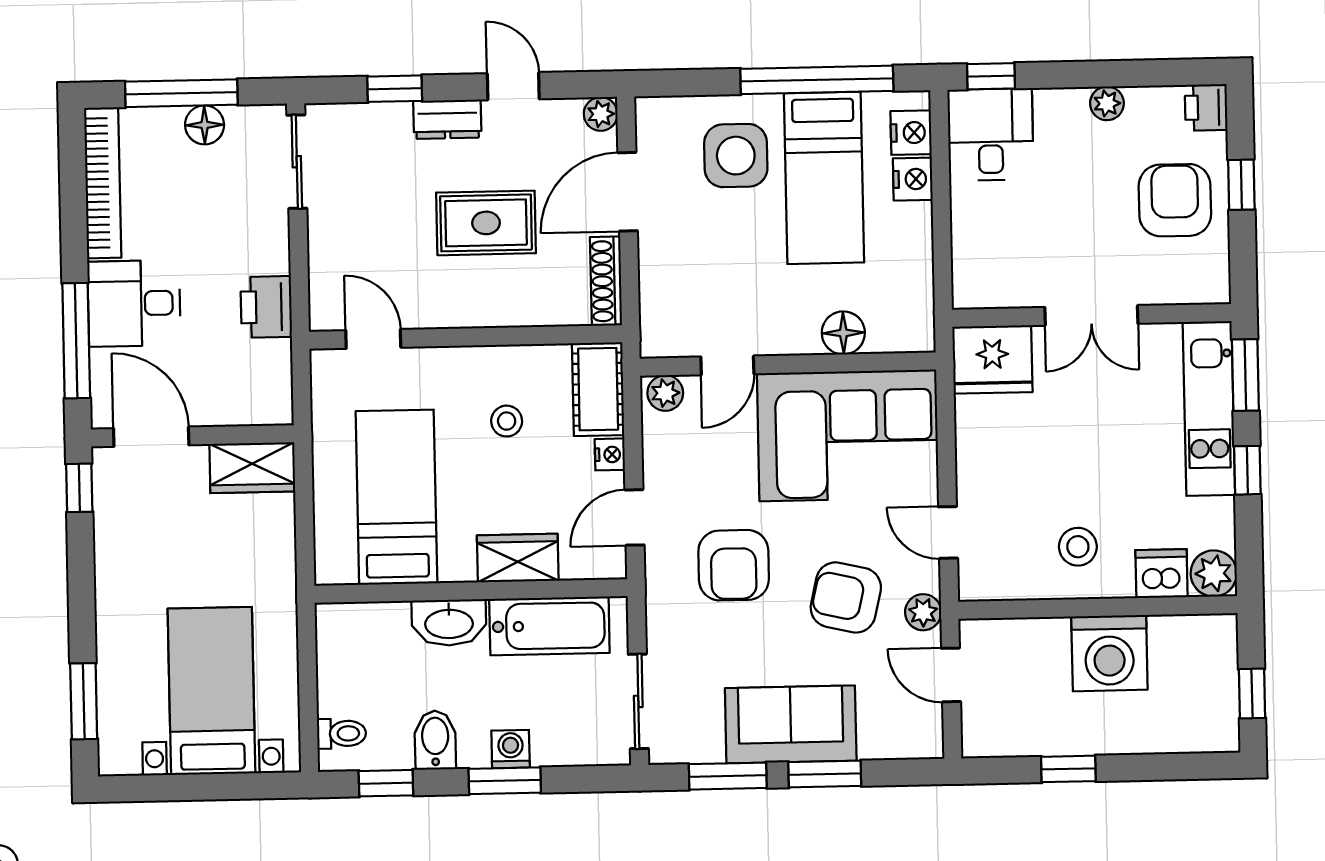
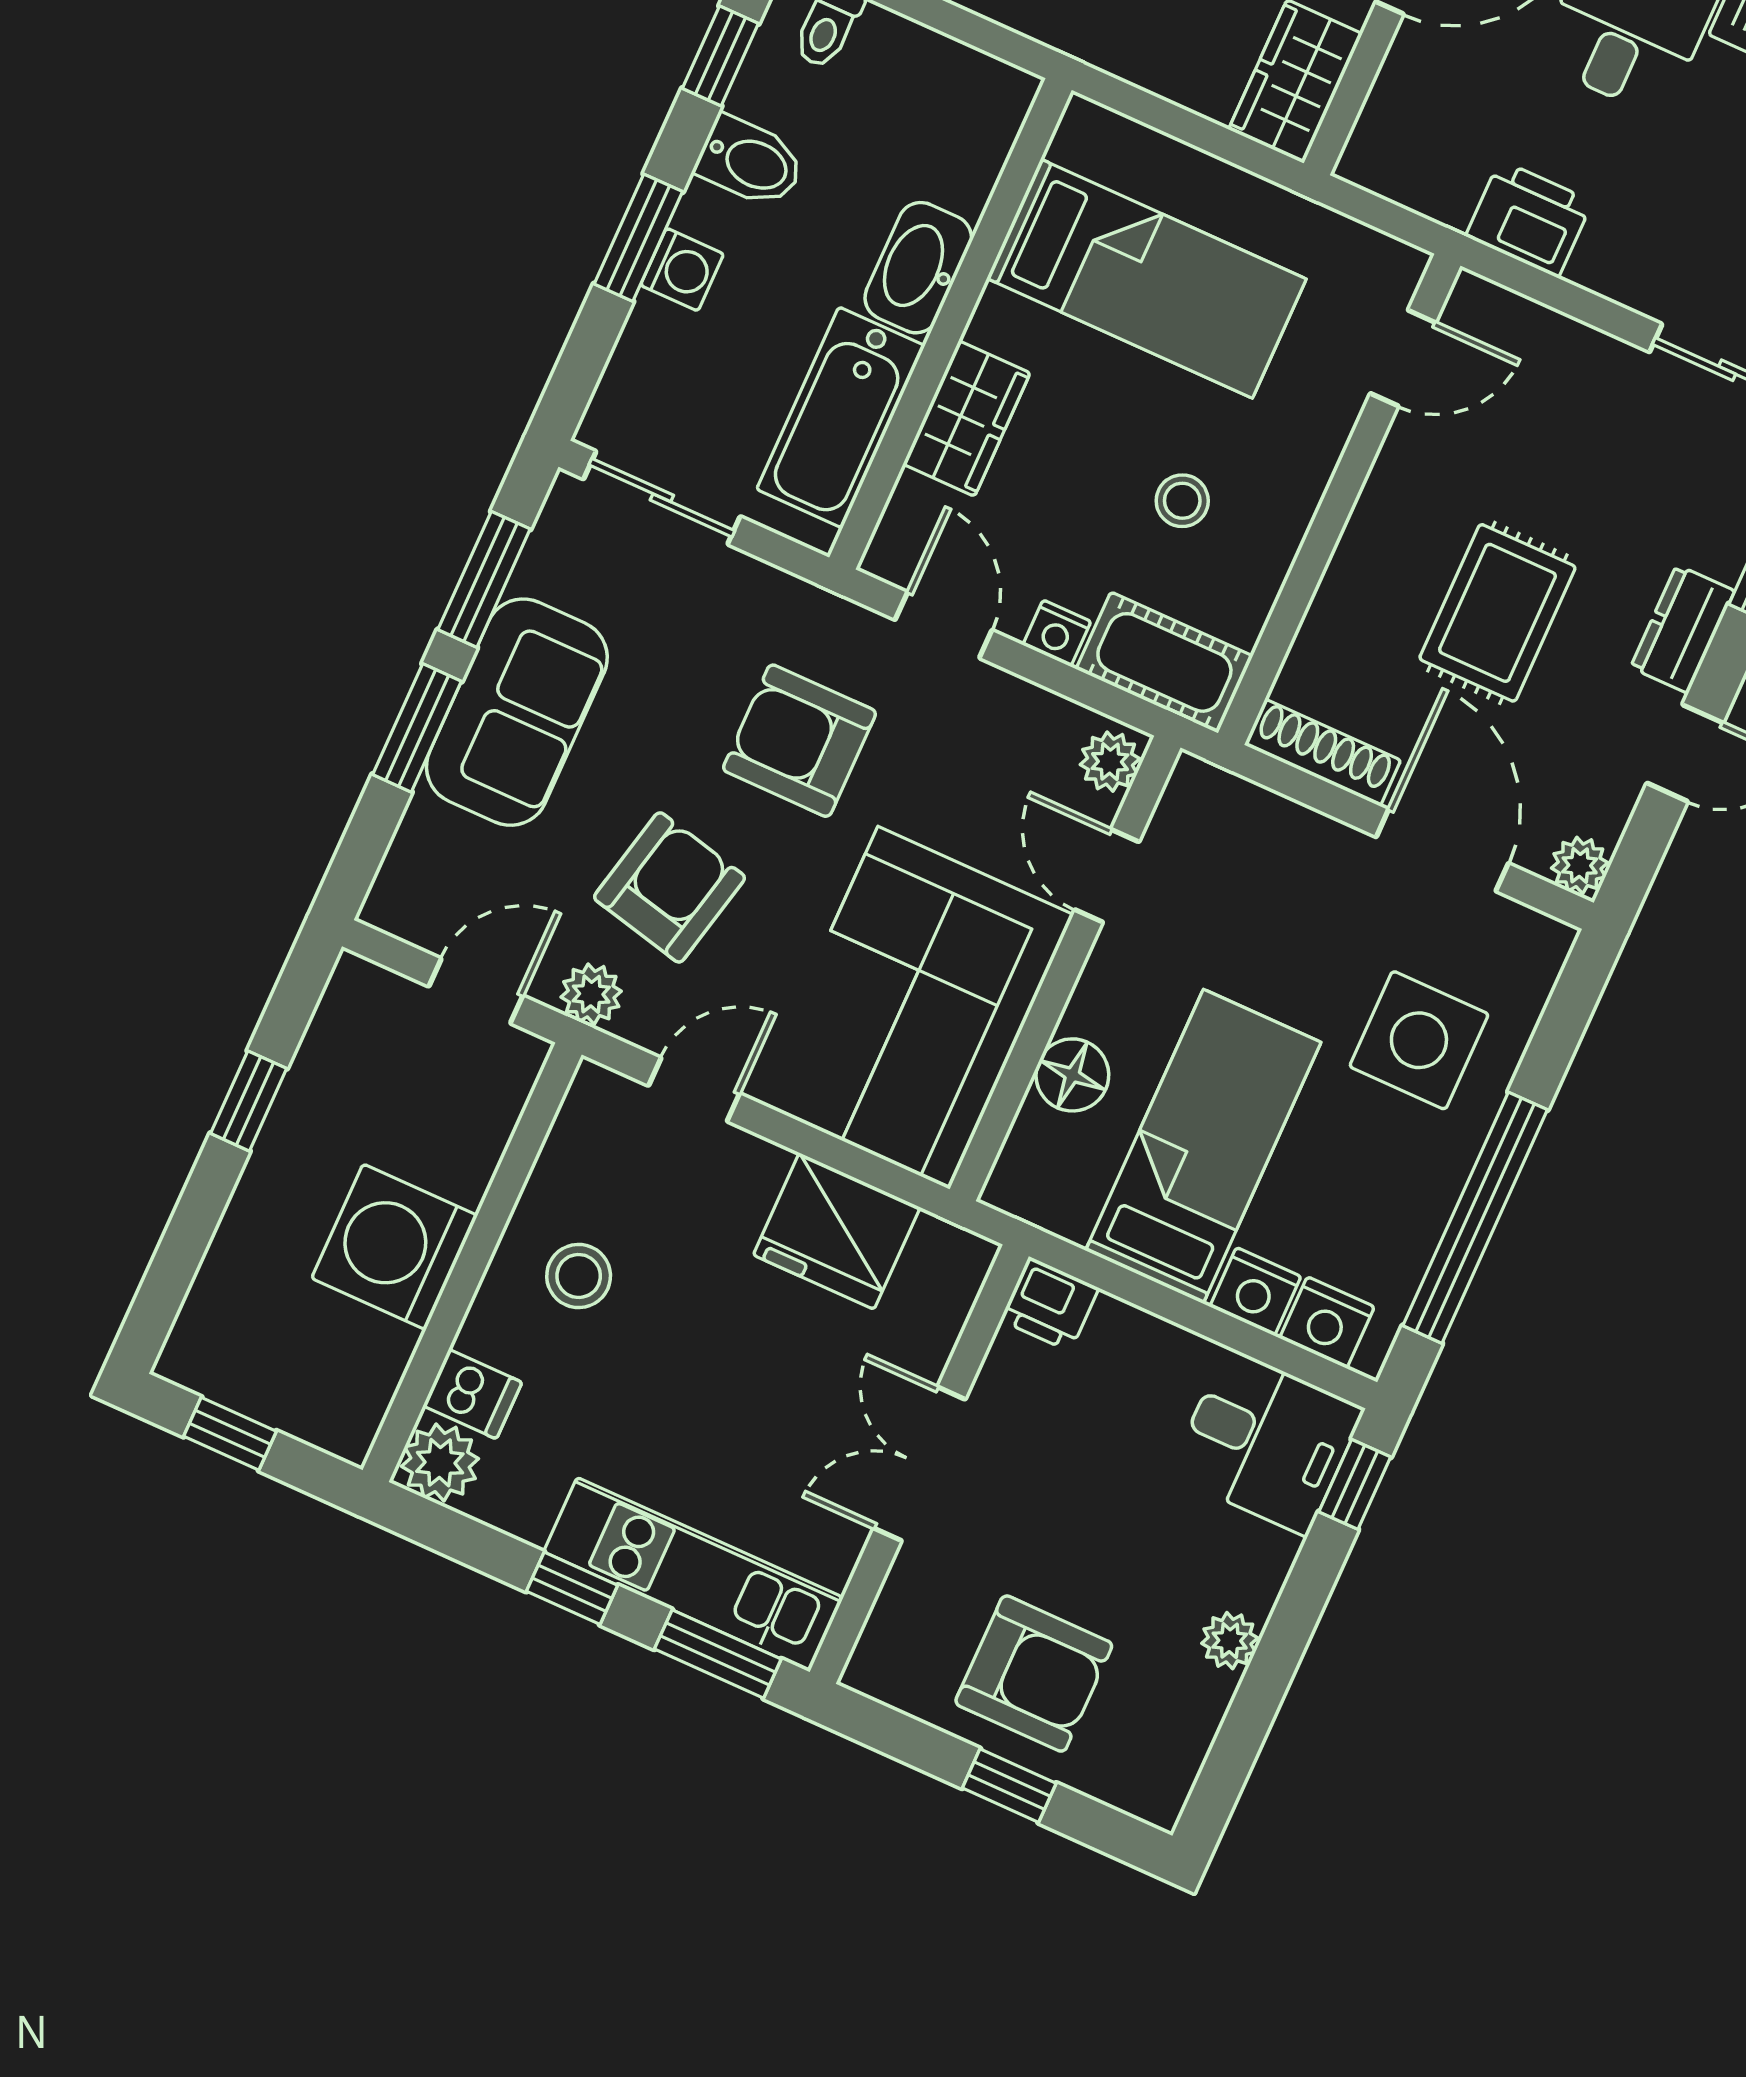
printer: (1206, 107) -> (1049, 1304), moved, turned 180
bed: (824, 178) -> (1203, 1146), moved, turned 90
fridge: (992, 359) -> (837, 1231), moved, turned -90
dishwasher: (1161, 574) -> (473, 1394), width x0.73

